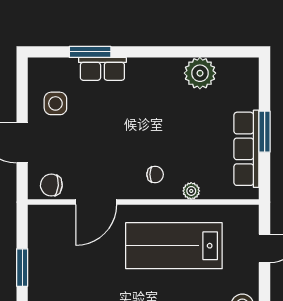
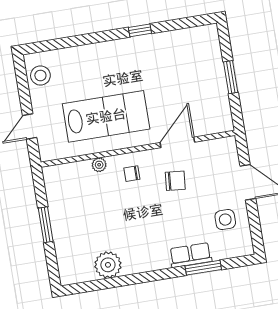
row of seats: (246, 149) -> (59, 208), removed
chair: (51, 185) -> (175, 181), moved

